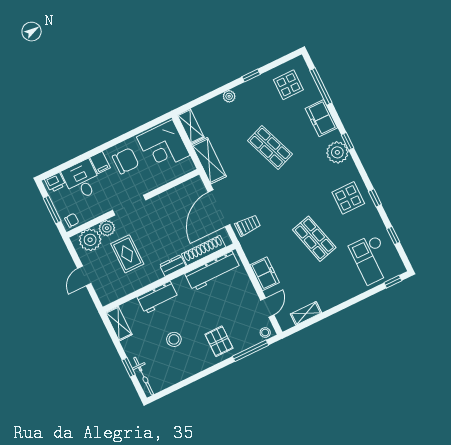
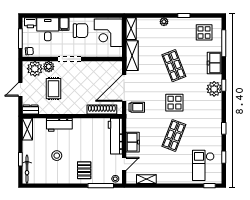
display table: (348, 198) -> (174, 103), moved
shop shelf: (314, 239) -> (174, 135), turned 36
dresser: (173, 266) -> (30, 110), moved
workbench: (213, 271) -> (115, 136), moved, turned 90

